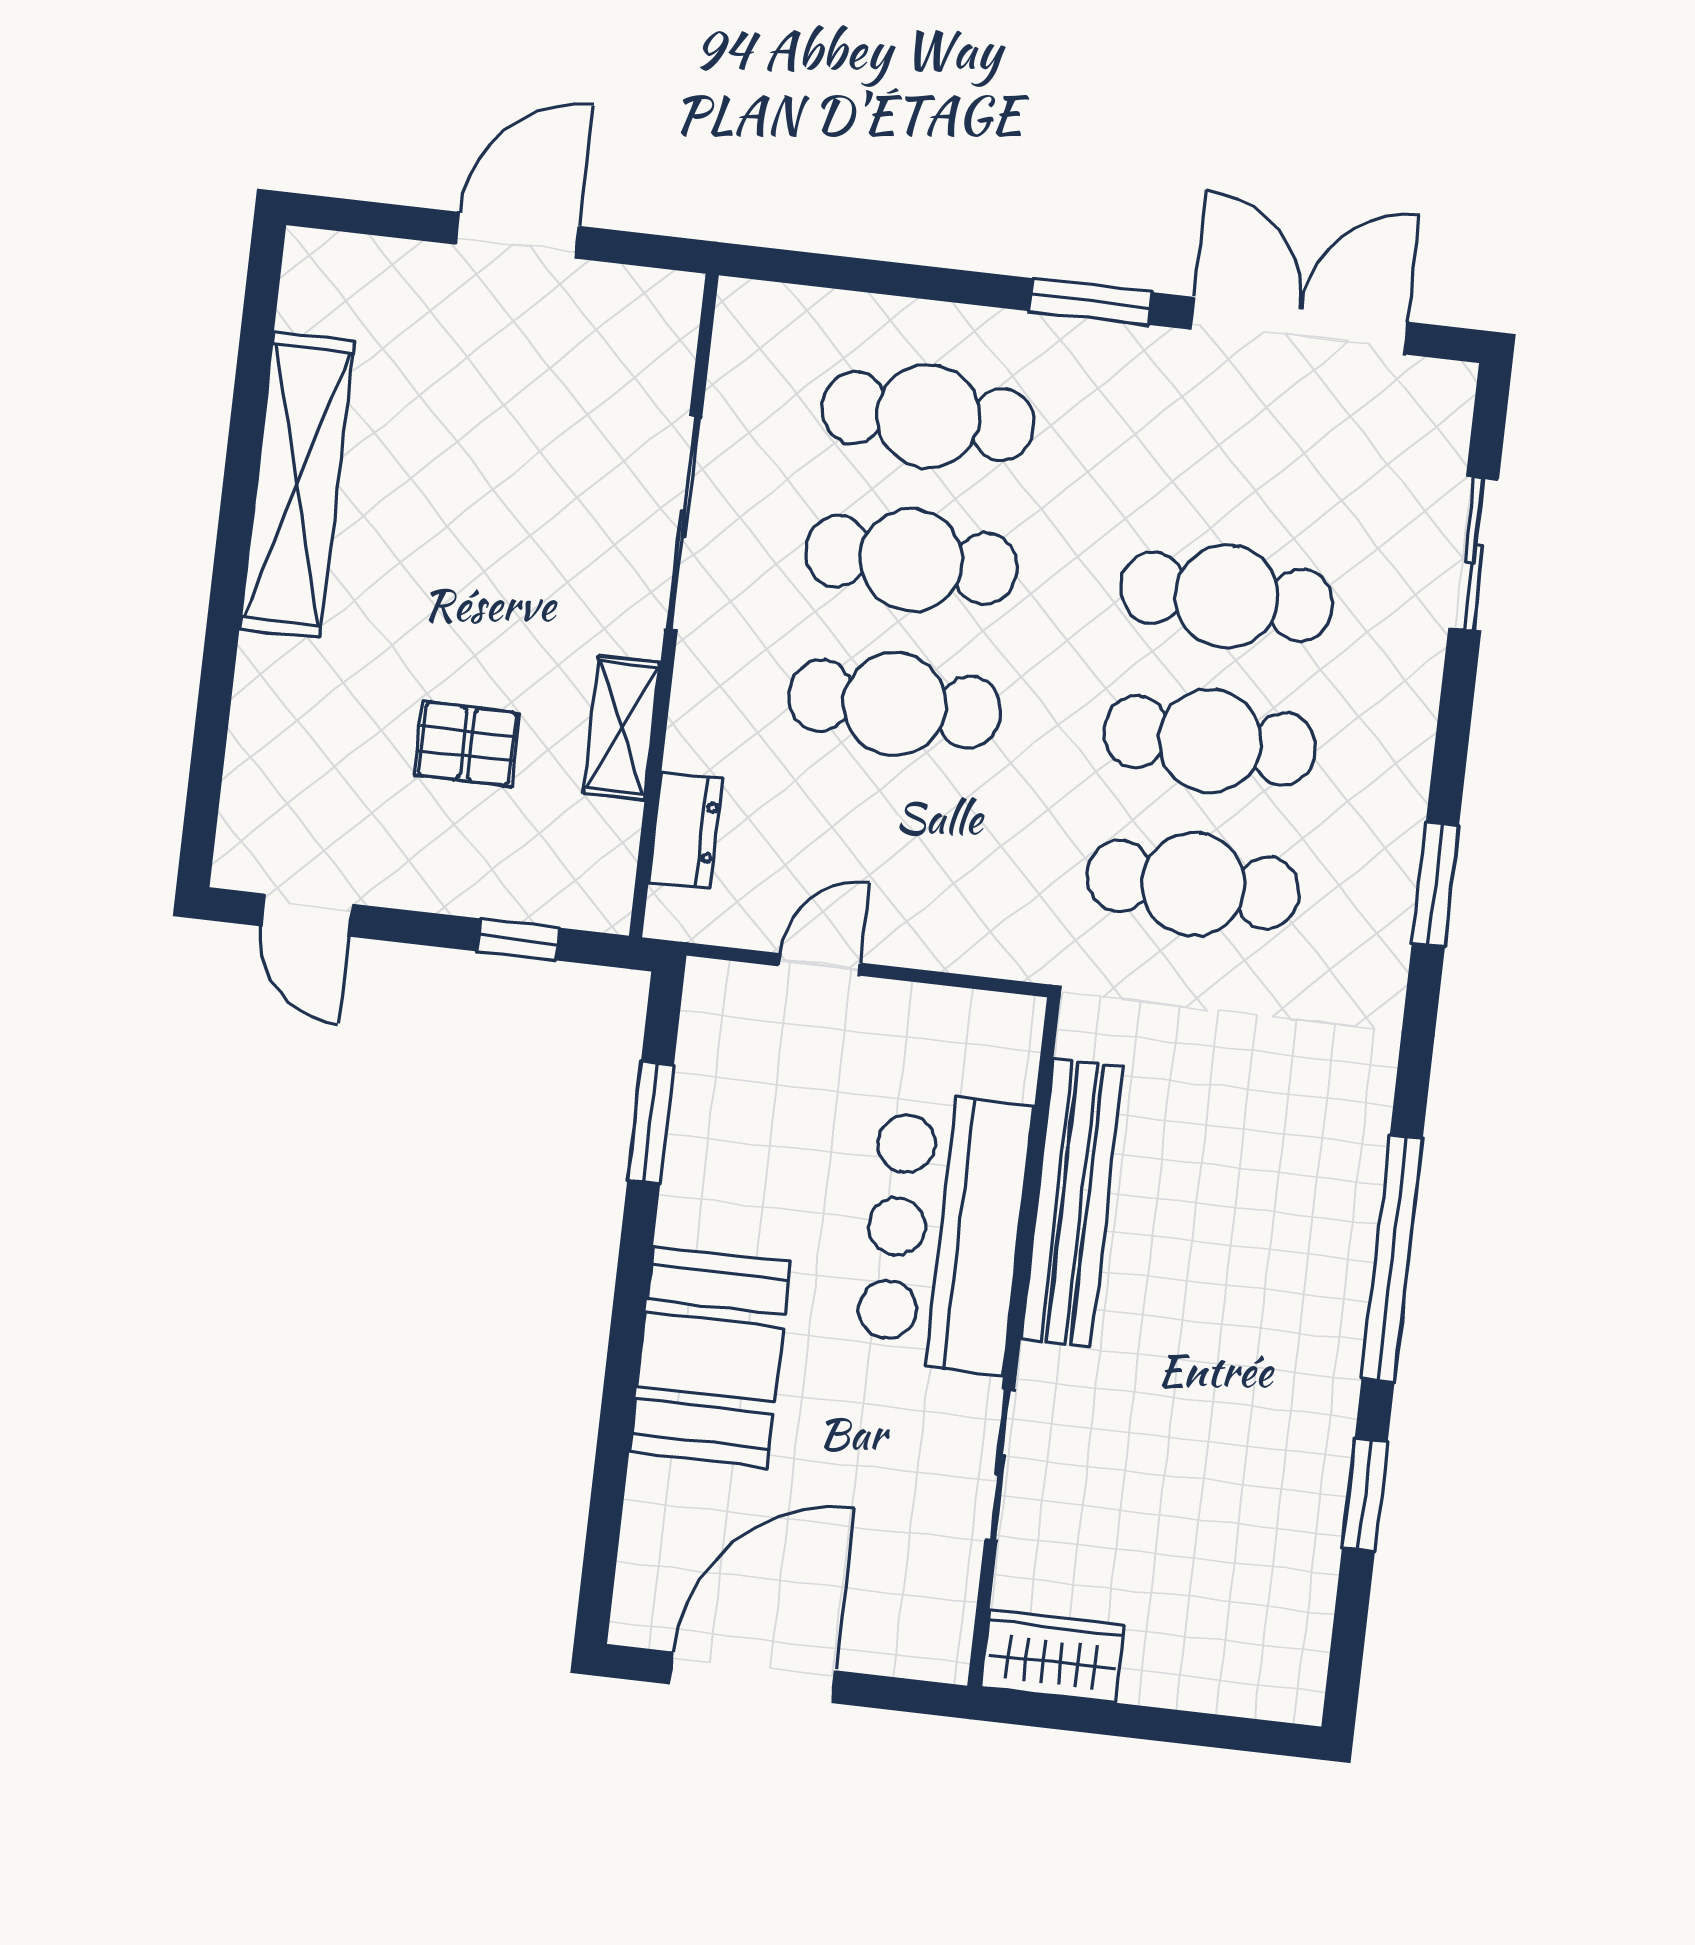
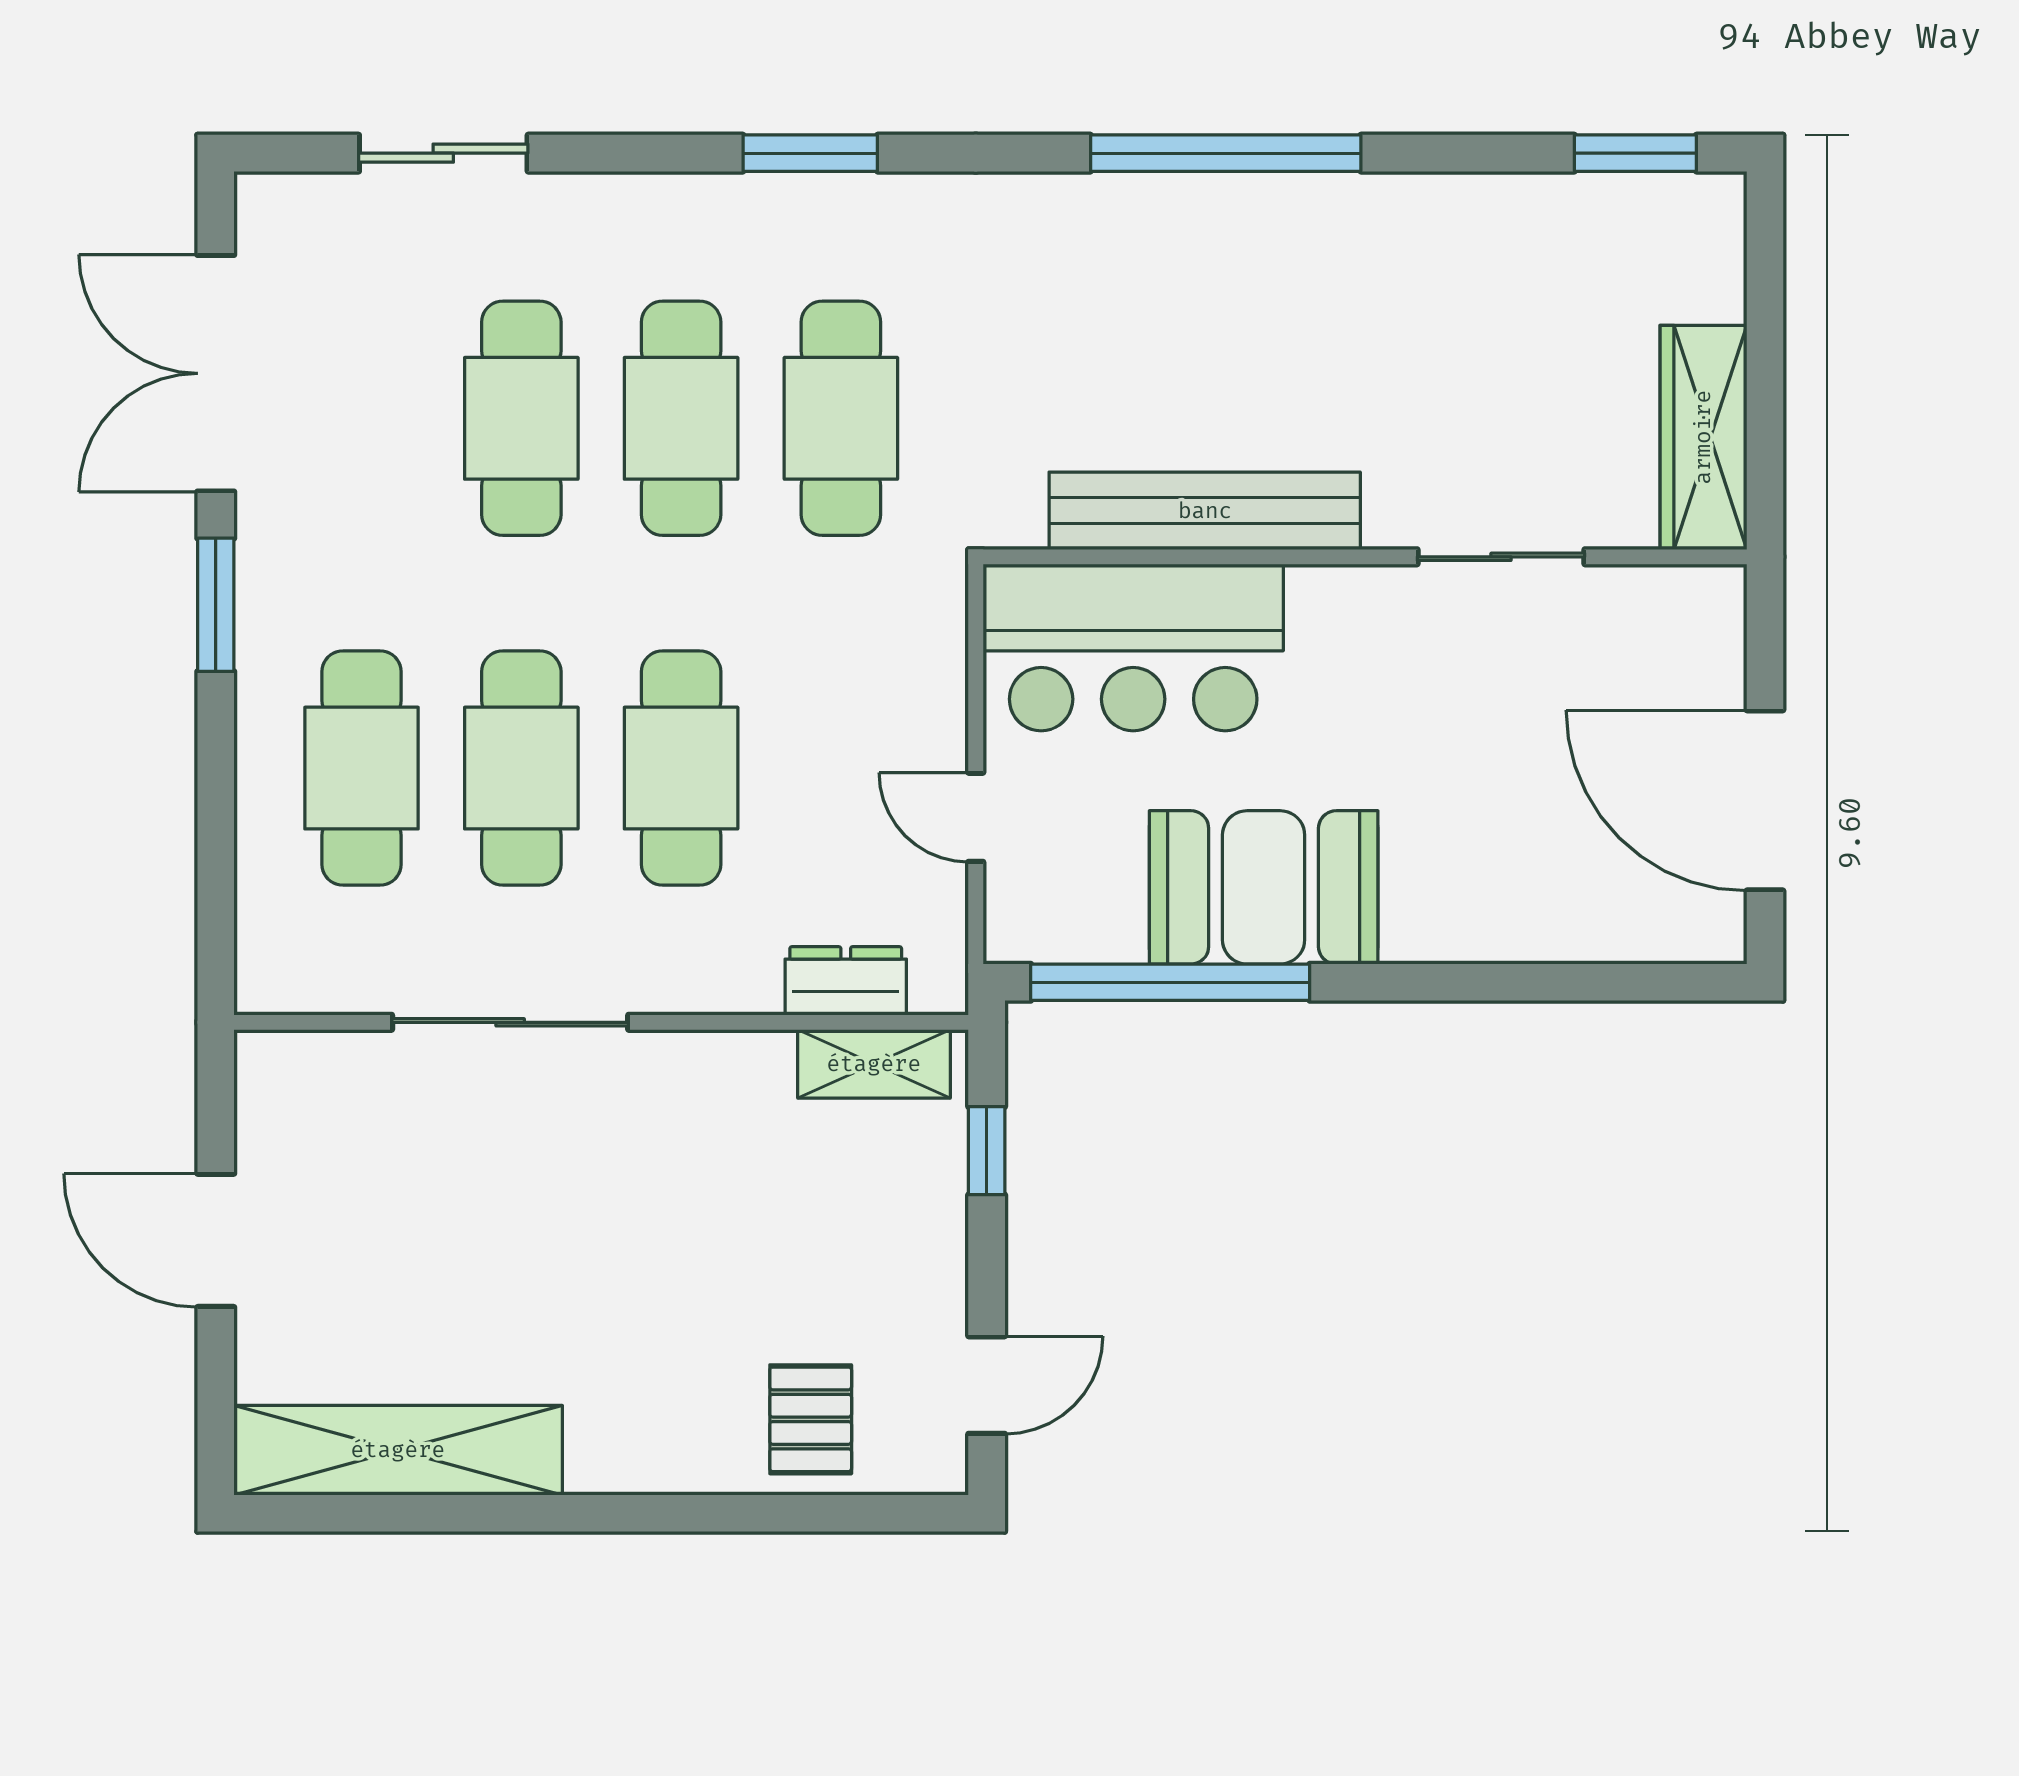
shelving: (297, 485) -> (398, 1450), moved
shelving: (622, 728) -> (874, 1064), moved
pallet: (467, 744) -> (811, 1419), moved
window: (651, 1122) -> (1170, 982), width x2.11
bar counter: (944, 1232) -> (1133, 647), moved
booth: (710, 1357) -> (1264, 887), moved
window: (1365, 1494) -> (1635, 153), moved
wardrobe: (1052, 1656) -> (1703, 437), width x1.50

